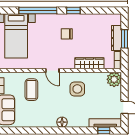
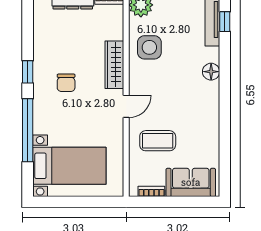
wardrobe: (89, 63) -> (114, 65), moved
side table: (77, 89) -> (149, 47), moved
floor lamp: (62, 122) -> (211, 72), moved

